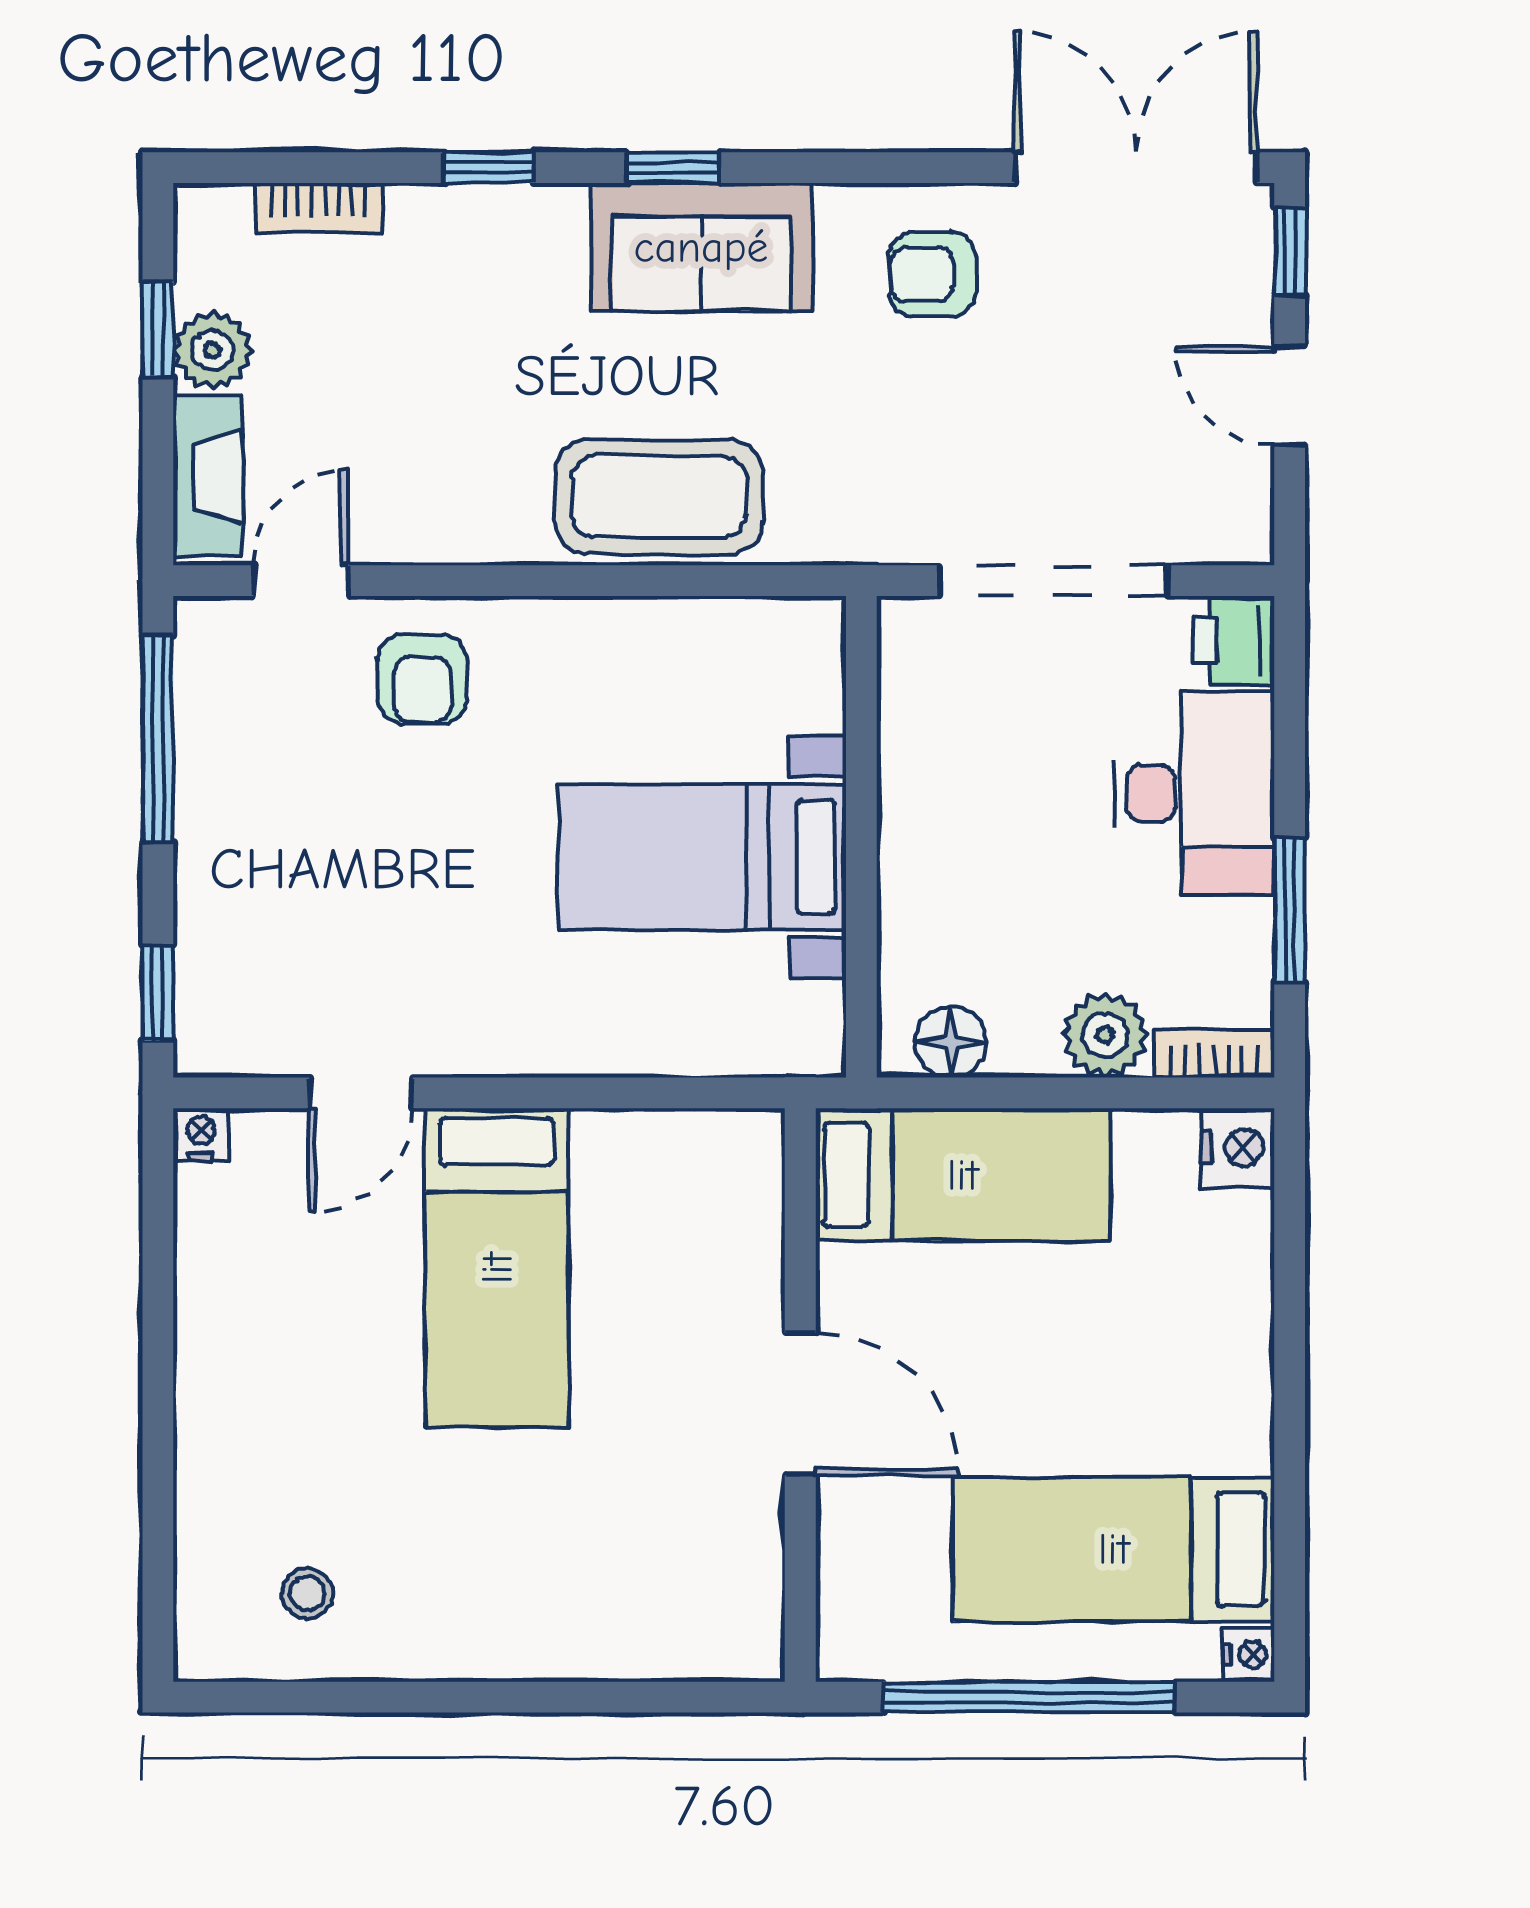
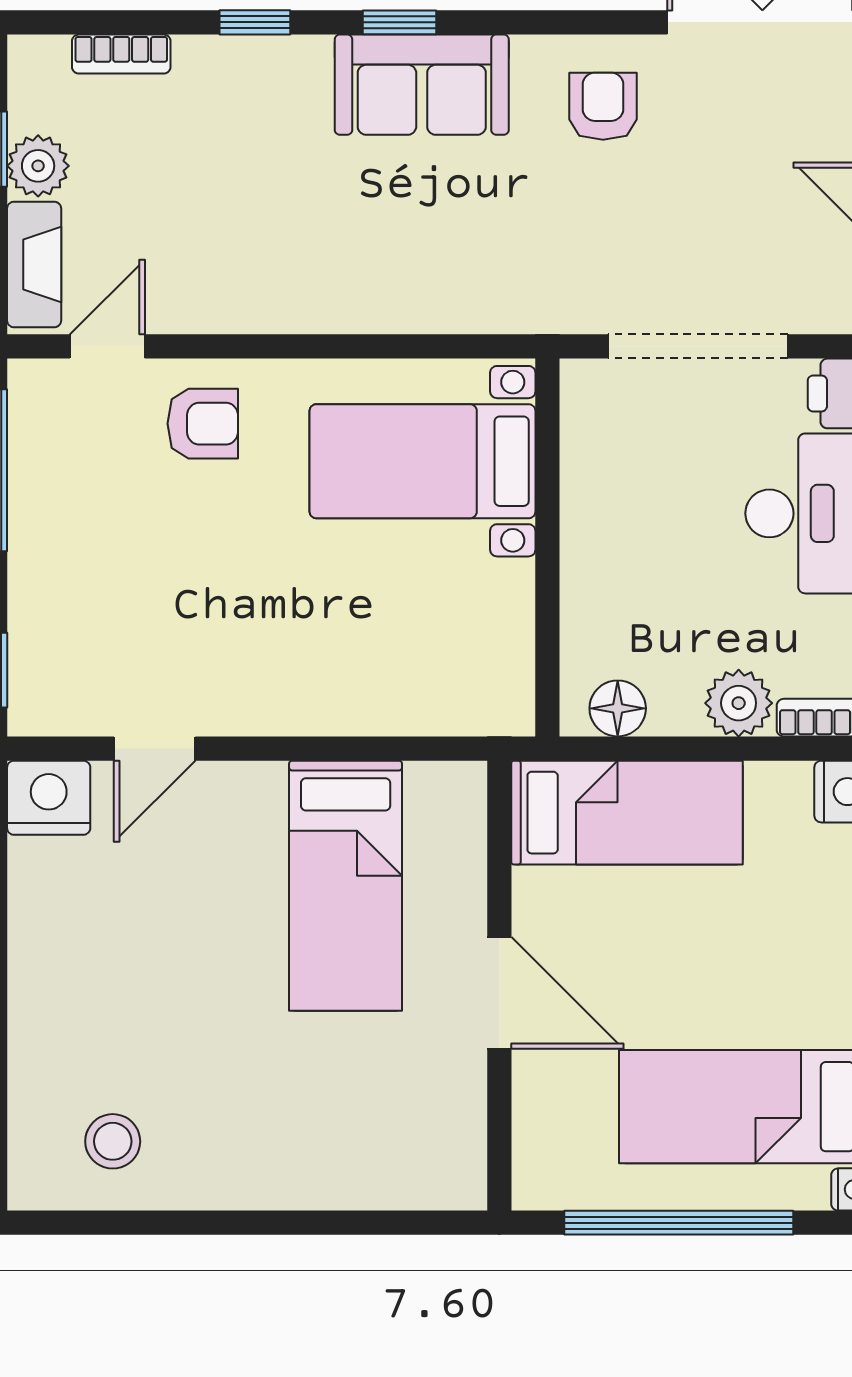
armchair: (932, 274) -> (603, 106), turned 90
coffee table: (659, 497) -> (388, 281), removed
armchair: (422, 679) -> (203, 424), turned -90
bed with nightstands: (702, 857) -> (423, 461), moved
nightstand: (201, 1135) -> (49, 798), width x1.89, depth x1.79
bed: (497, 1268) -> (346, 886), moved
stool: (308, 1593) -> (113, 1141), width x1.37, depth x1.37

